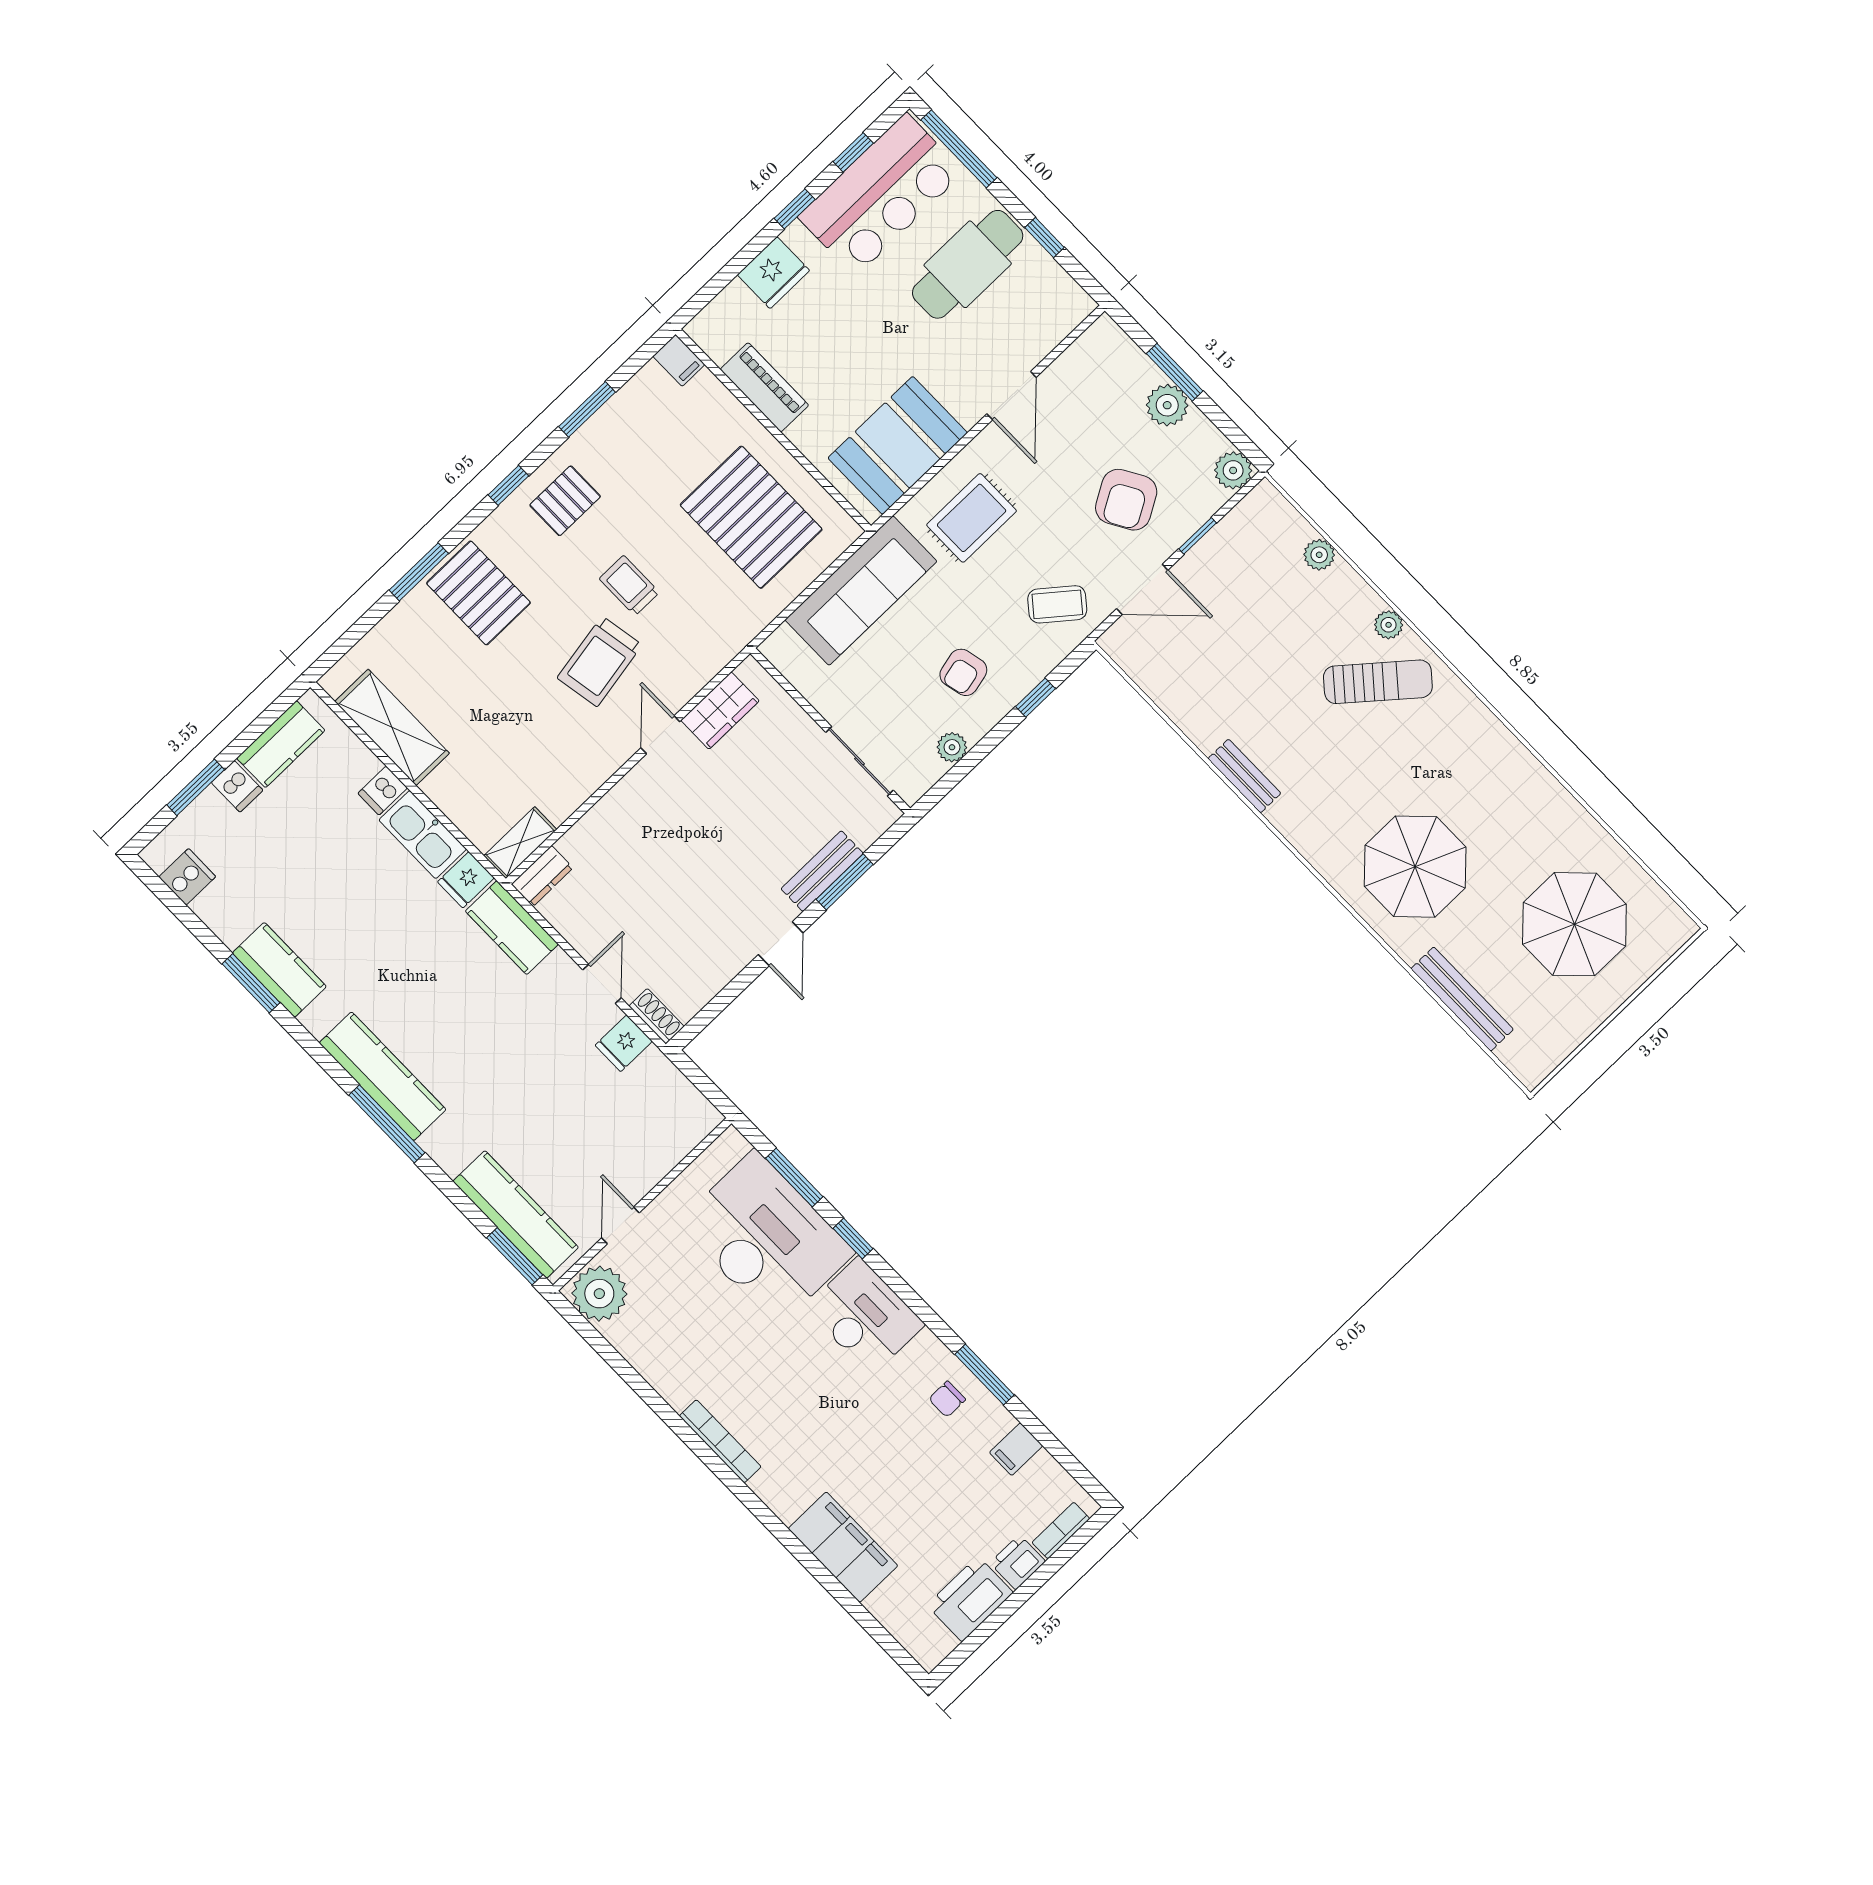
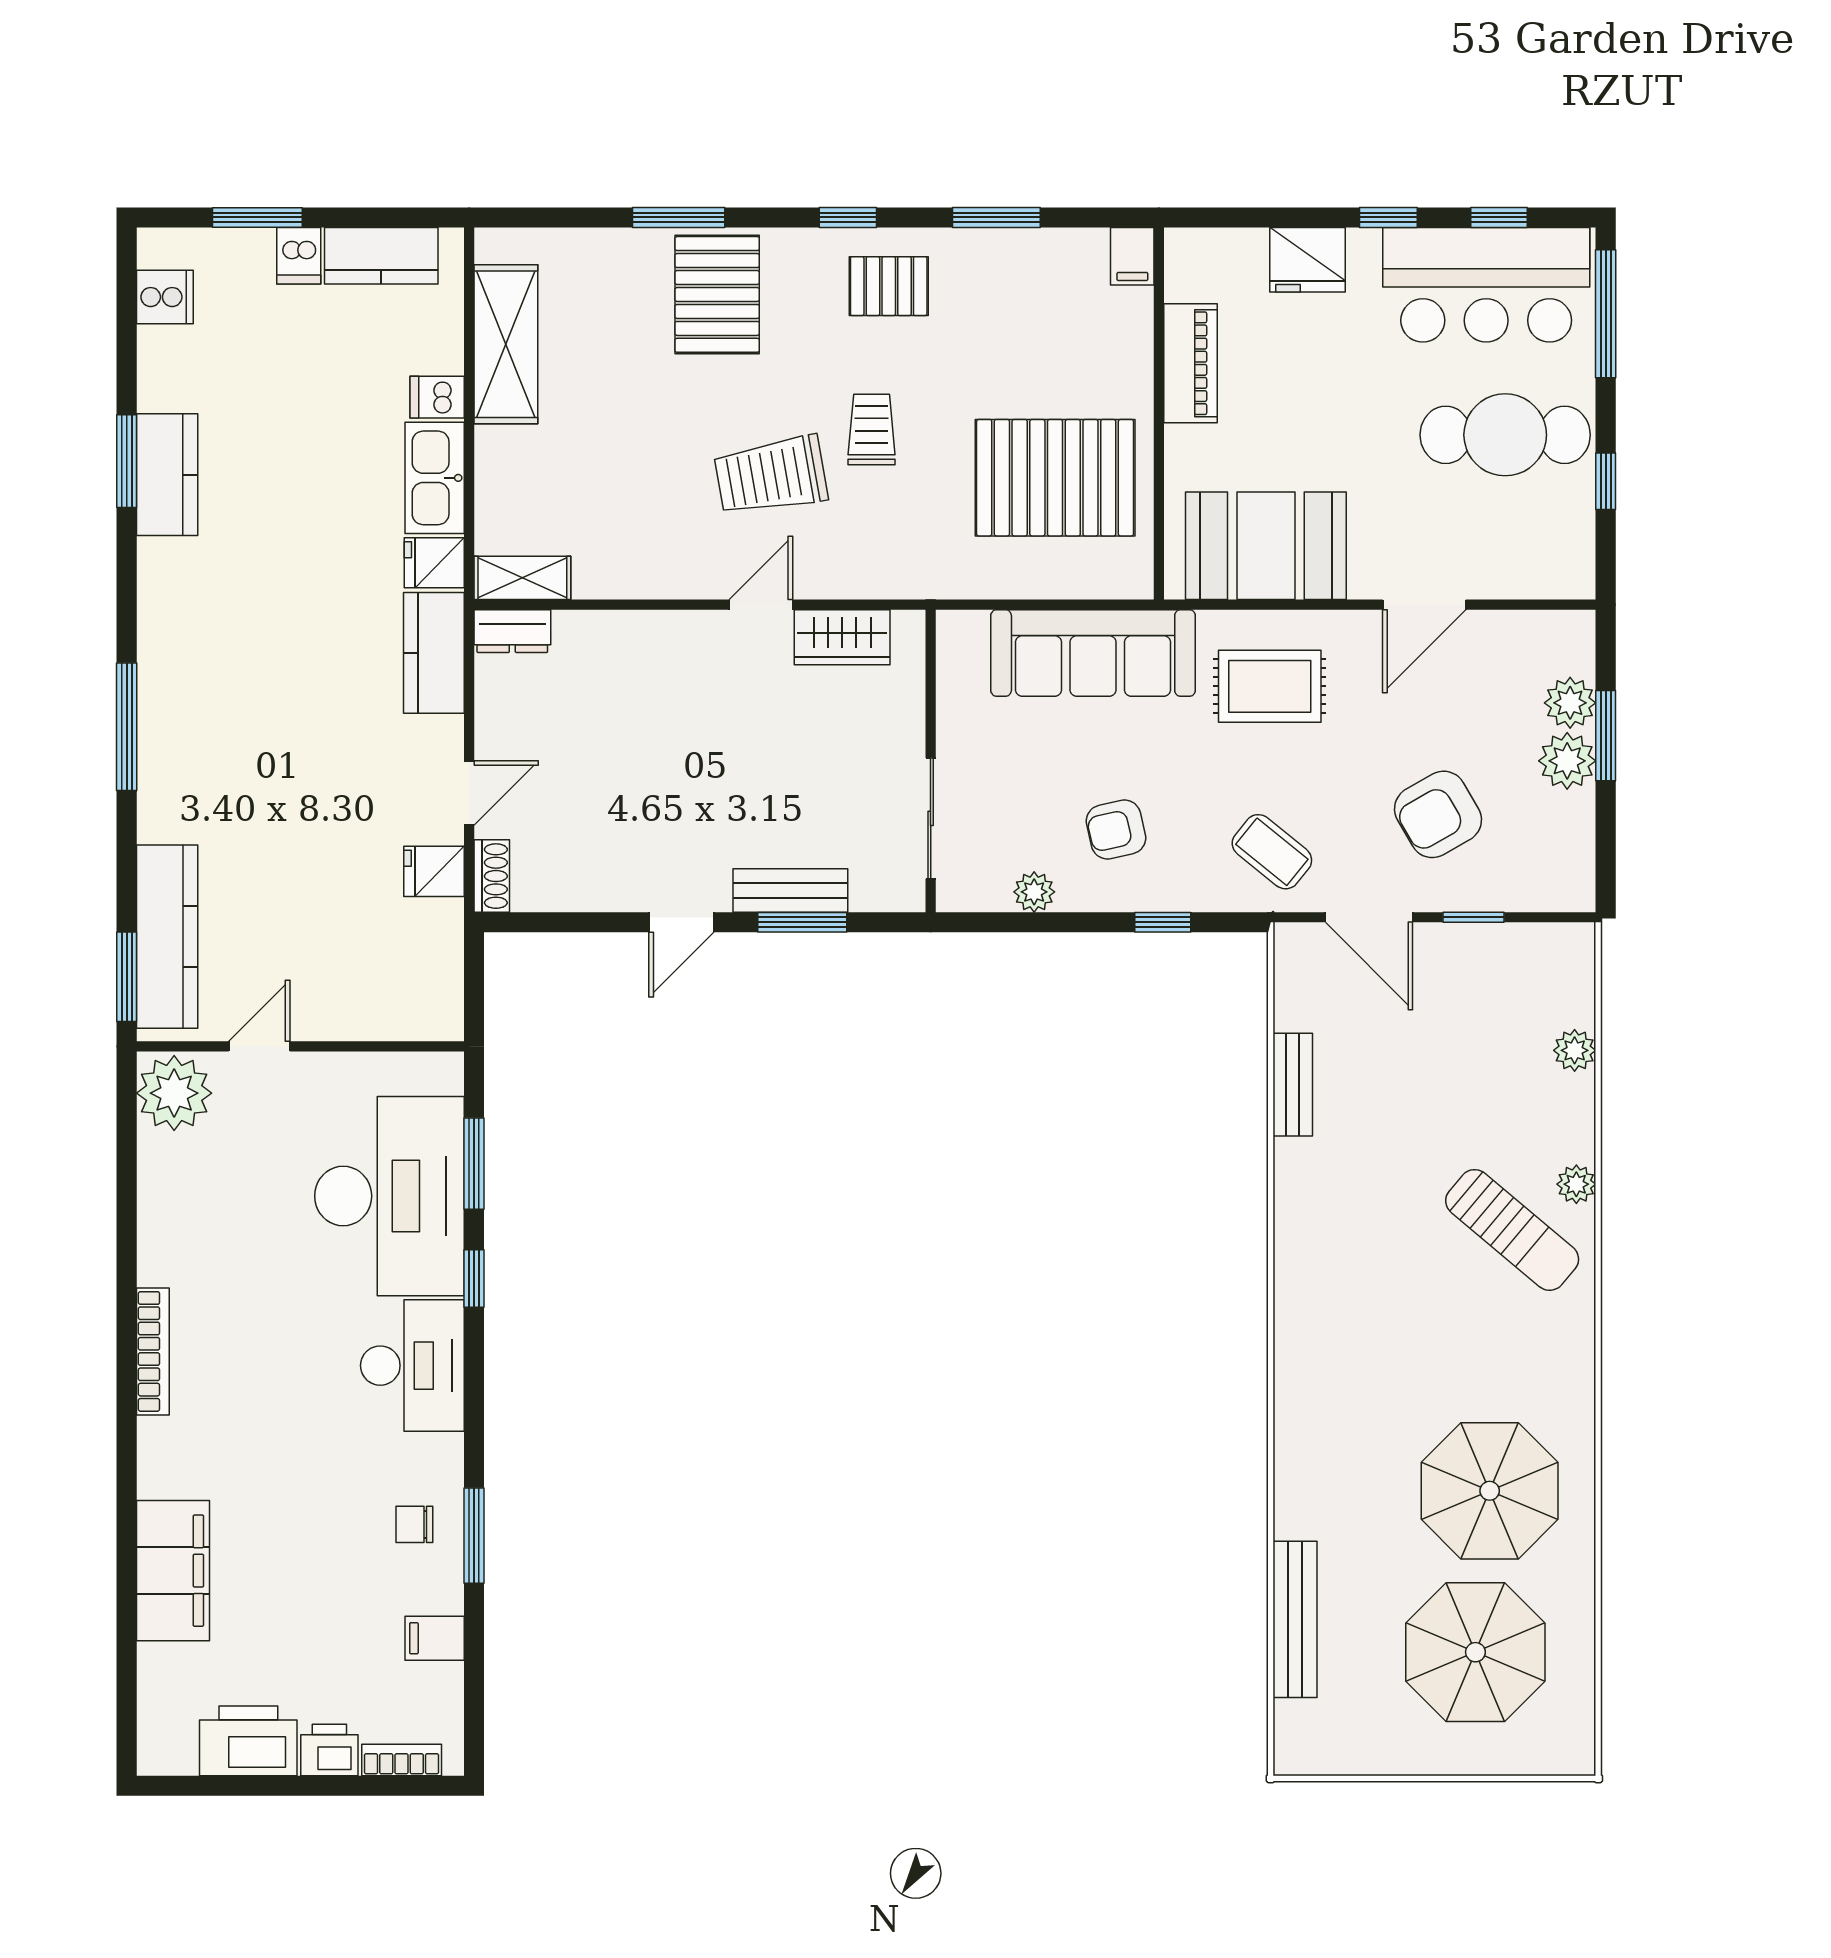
plant: (1233, 470) -> (1570, 703), moved
pallet: (751, 517) -> (1055, 478), turned 90
bench: (1244, 776) -> (1293, 1085), moved
parasol: (1415, 867) -> (1490, 1491), moved
kitchen counter: (383, 1076) -> (167, 676), removed

